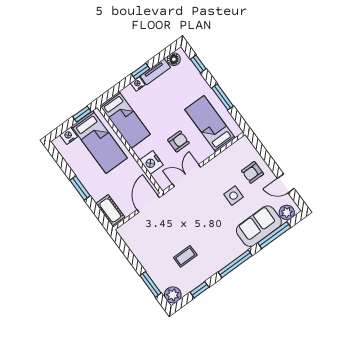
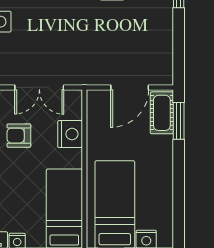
window: (80, 188) -> (179, 121), moved
door: (148, 204) -> (130, 87), moved

